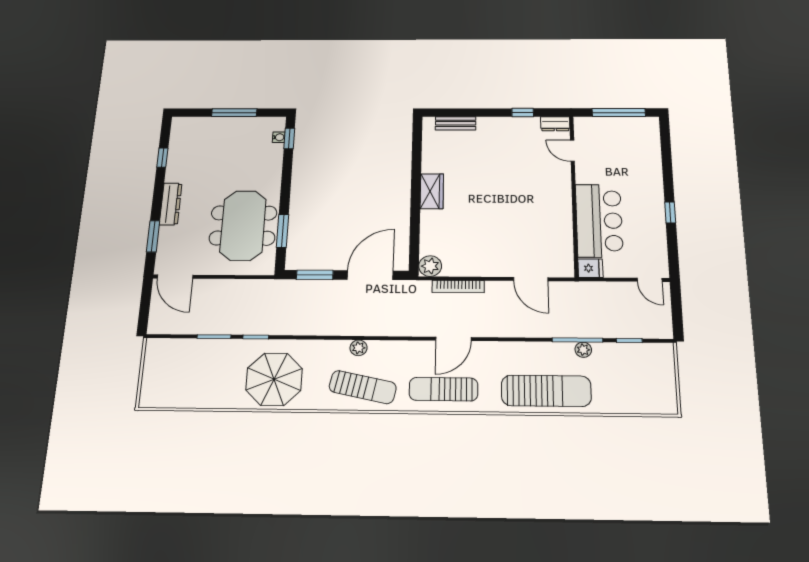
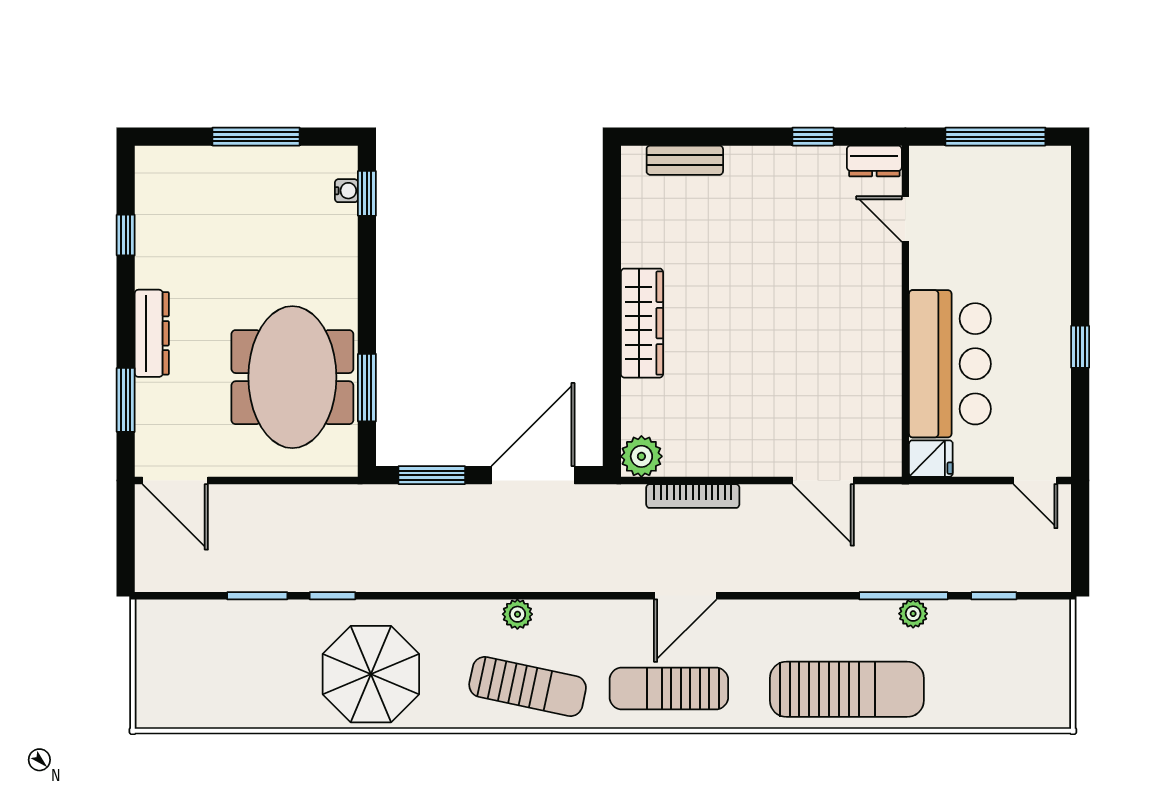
wardrobe: (432, 191) -> (642, 323), width x1.50

